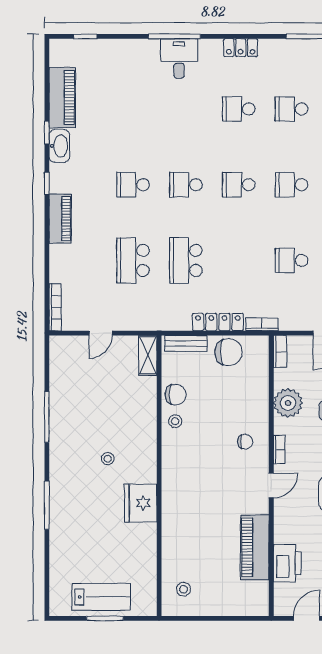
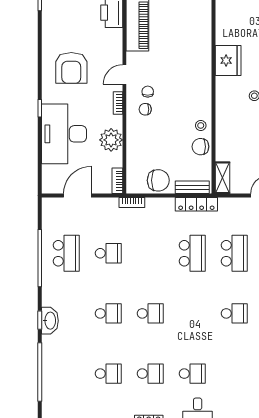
school desk: (186, 185) -> (192, 374), moved
locker: (218, 322) -> (196, 204), moved
chair: (229, 352) -> (158, 180), turned 180
chair: (242, 464) -> (148, 92), added

